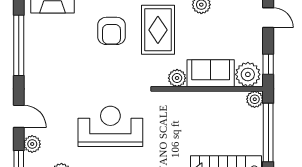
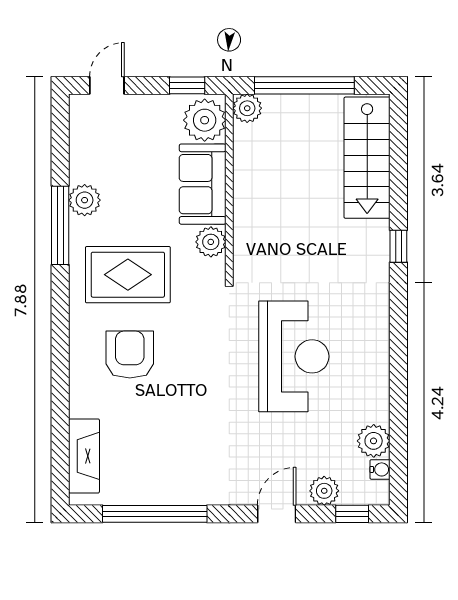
armchair: (112, 31) -> (130, 355), turned -90
reception desk: (110, 126) -> (294, 356), turned 180

